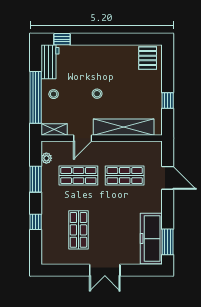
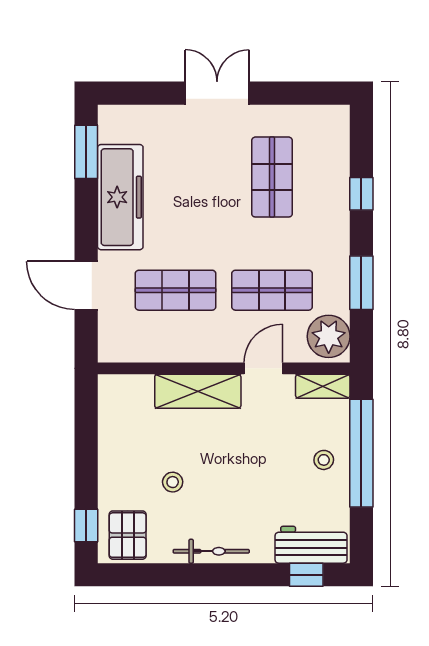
bicycle: (108, 50) -> (211, 551), added
workbench: (50, 62) -> (311, 545), moved, turned 90
stool: (97, 94) -> (173, 482), moved
window: (168, 100) -> (86, 525), moved
shelving: (124, 127) -> (198, 391), width x0.68
plant: (46, 158) -> (329, 336), width x1.88, depth x1.88
freezer: (151, 239) -> (120, 197), moved

